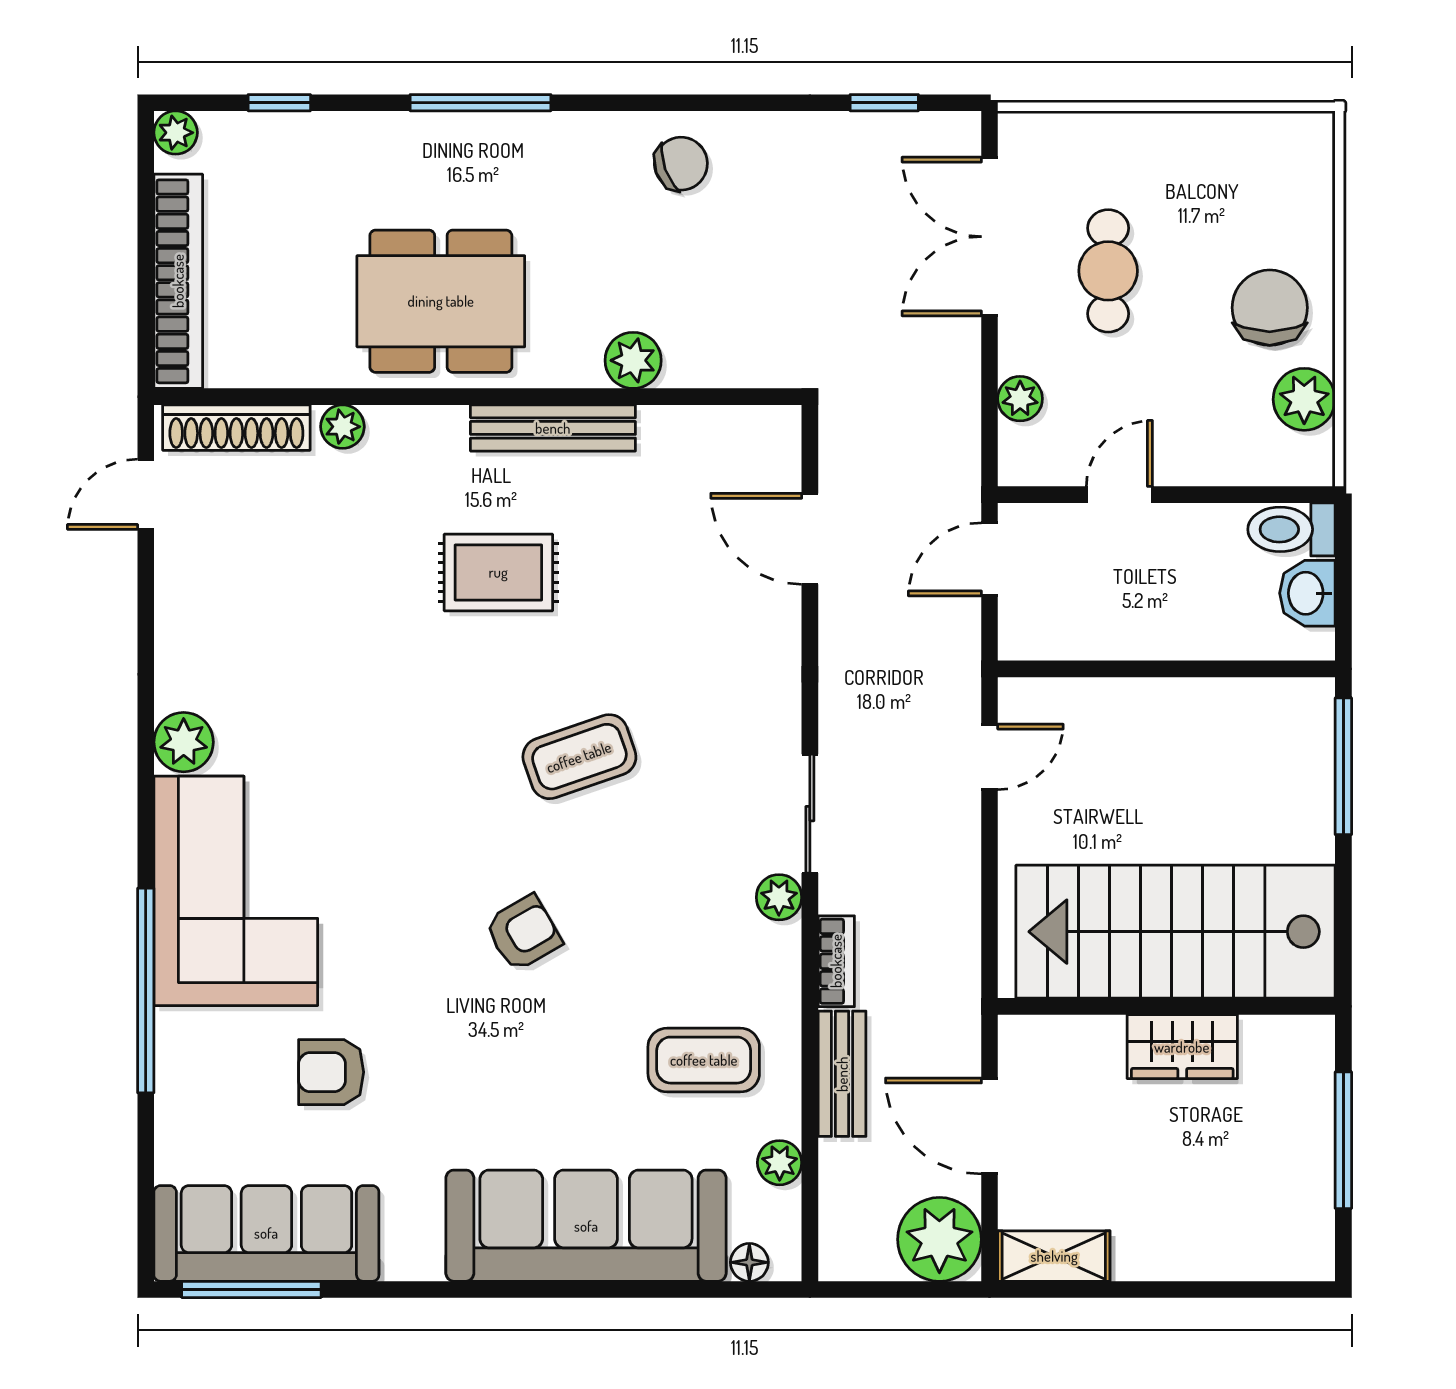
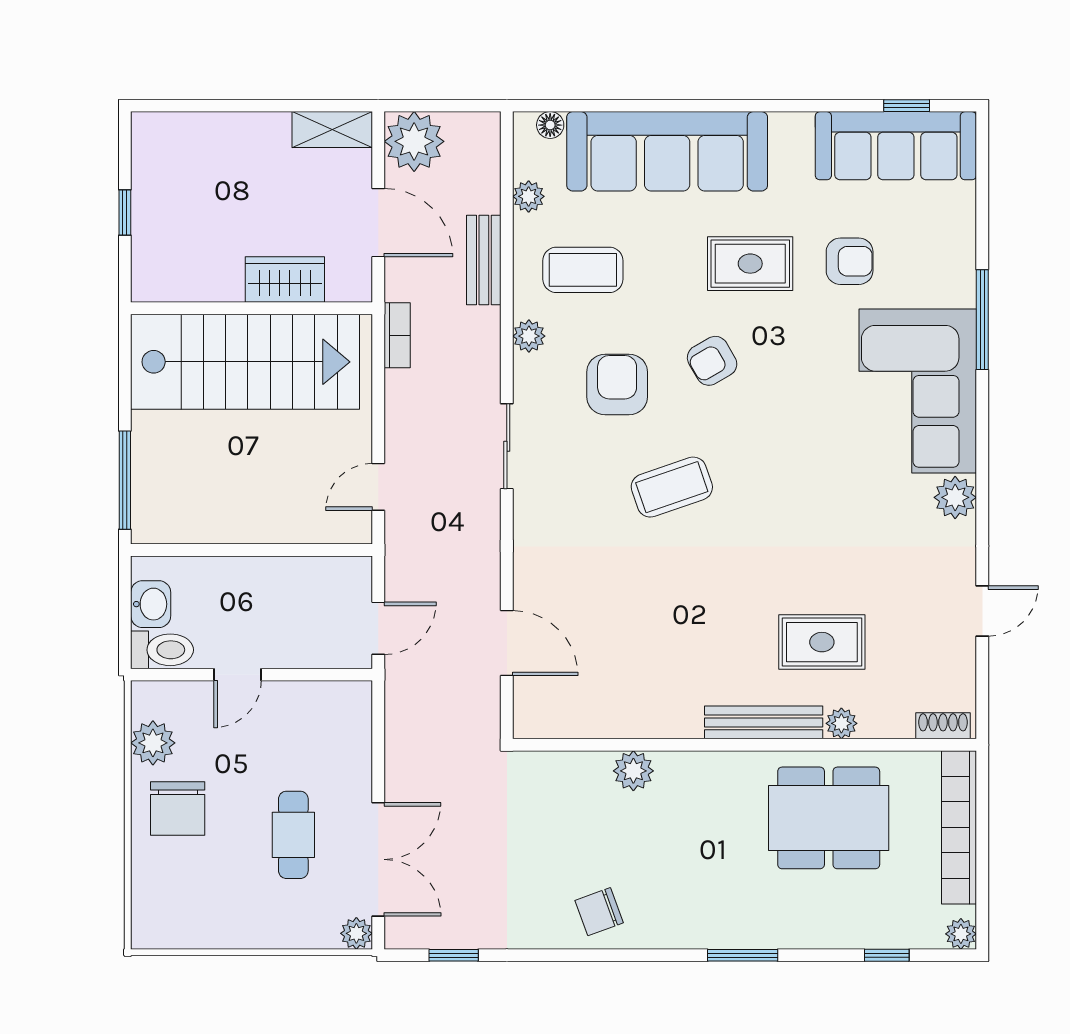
window: (481, 103) -> (743, 955), width x0.69
dining table: (441, 301) -> (829, 818), moved
plant: (1020, 399) -> (356, 933), moved
shoe rack: (236, 428) -> (943, 726), width x0.51, depth x0.81
bench: (553, 428) -> (764, 722), moved
door: (146, 494) -> (982, 611), moved
door: (1119, 495) -> (237, 675), moved
rug: (498, 572) -> (822, 642), moved
plant: (779, 897) -> (529, 336), moved
armchair: (656, 900) -> (617, 384), added
bookcase: (836, 961) -> (397, 335), moved, turned 180
window: (146, 991) -> (982, 320), width x0.68
wardrobe: (1182, 1047) -> (285, 280), moved
rug: (470, 1069) -> (750, 264), added
window: (1343, 1140) -> (125, 212), width x0.46
window: (251, 1289) -> (907, 106), width x0.46

